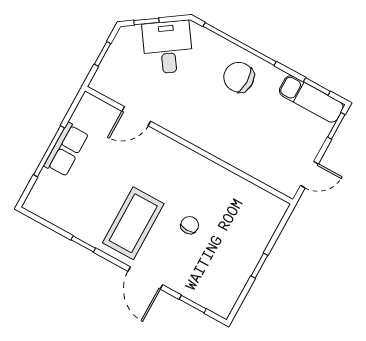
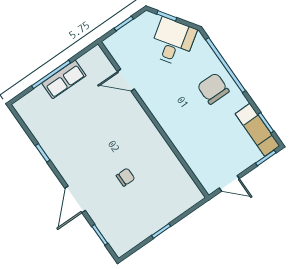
coffee table: (133, 223) -> (86, 156), removed

